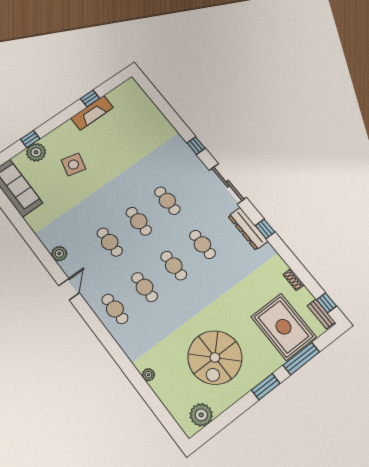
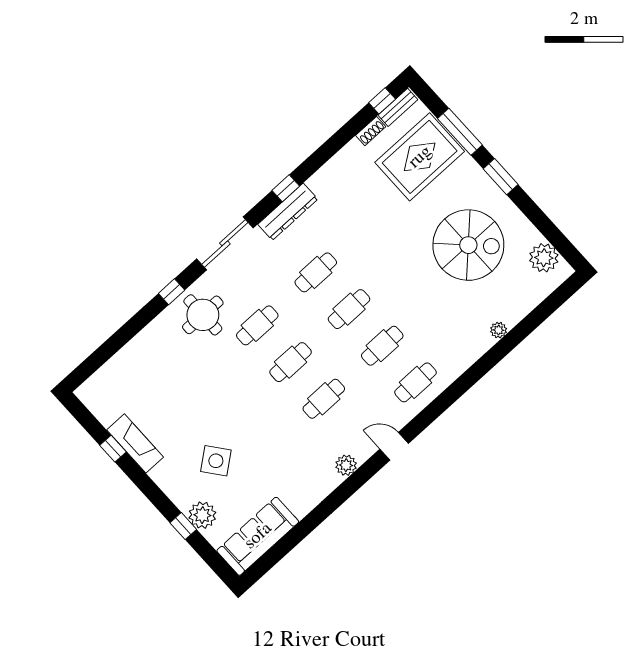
side table: (73, 165) -> (216, 461), turned 38
round table: (178, 165) -> (203, 315), added
shoe rack: (294, 280) -> (371, 131), moved

